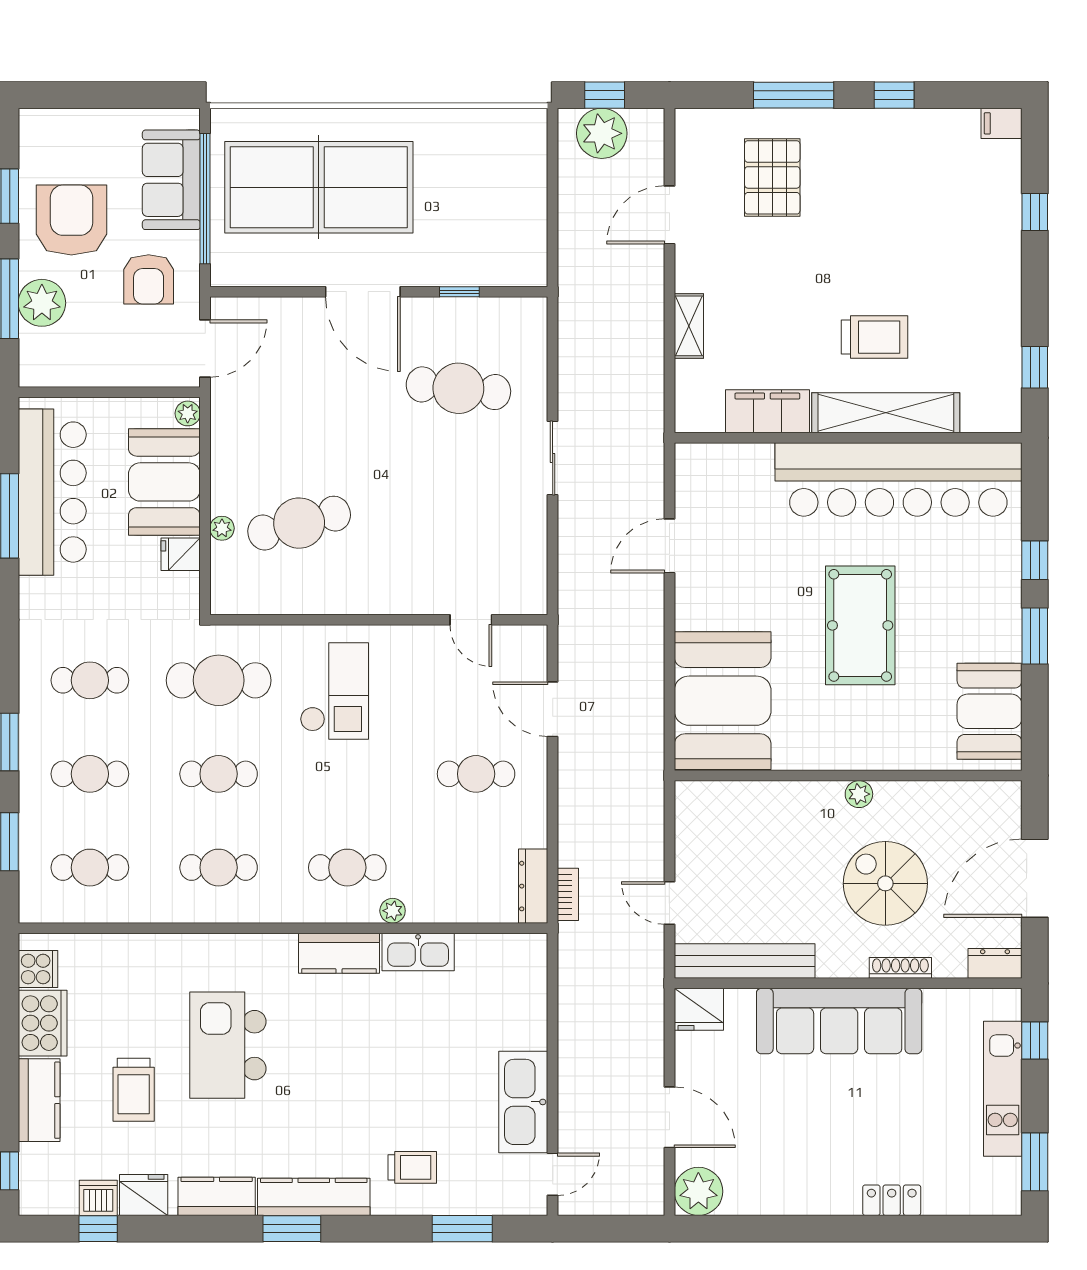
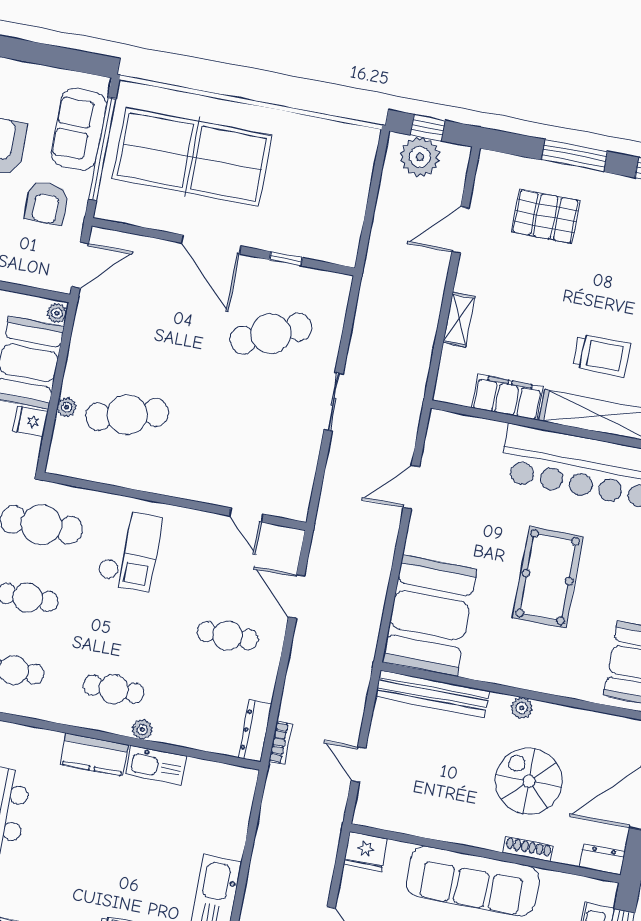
pallet: (772, 177) -> (546, 216), turned 90
cafe table: (458, 388) -> (271, 334), turned -30
bench: (745, 961) -> (432, 694), moved

